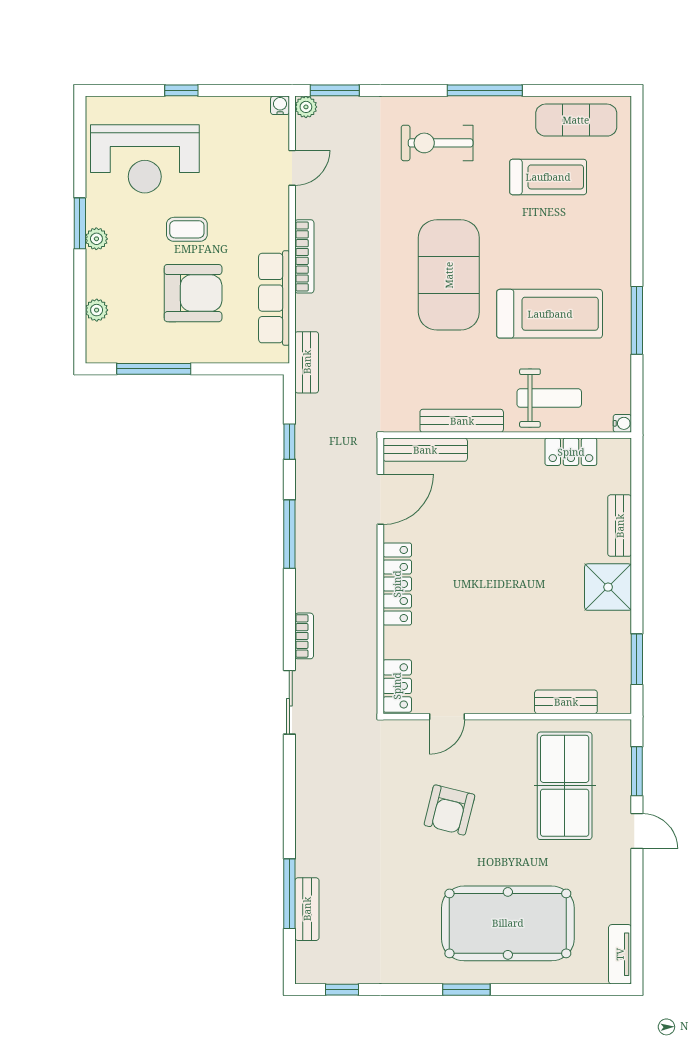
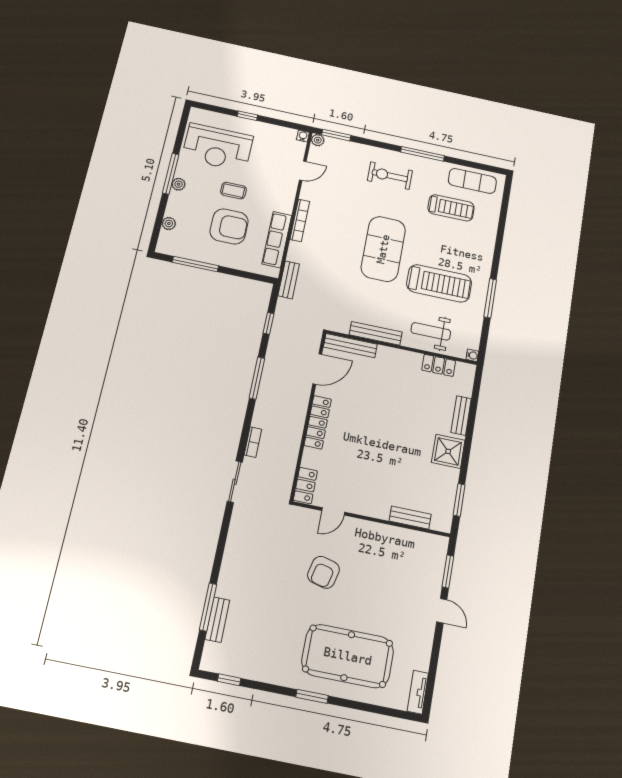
window: (80, 223) -> (171, 174), width x1.44
weight bench: (549, 398) -> (431, 331), turned 180
table tennis table: (565, 786) -> (400, 572), removed

